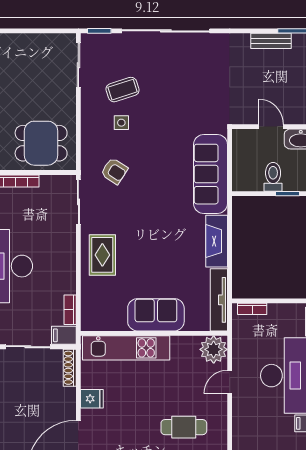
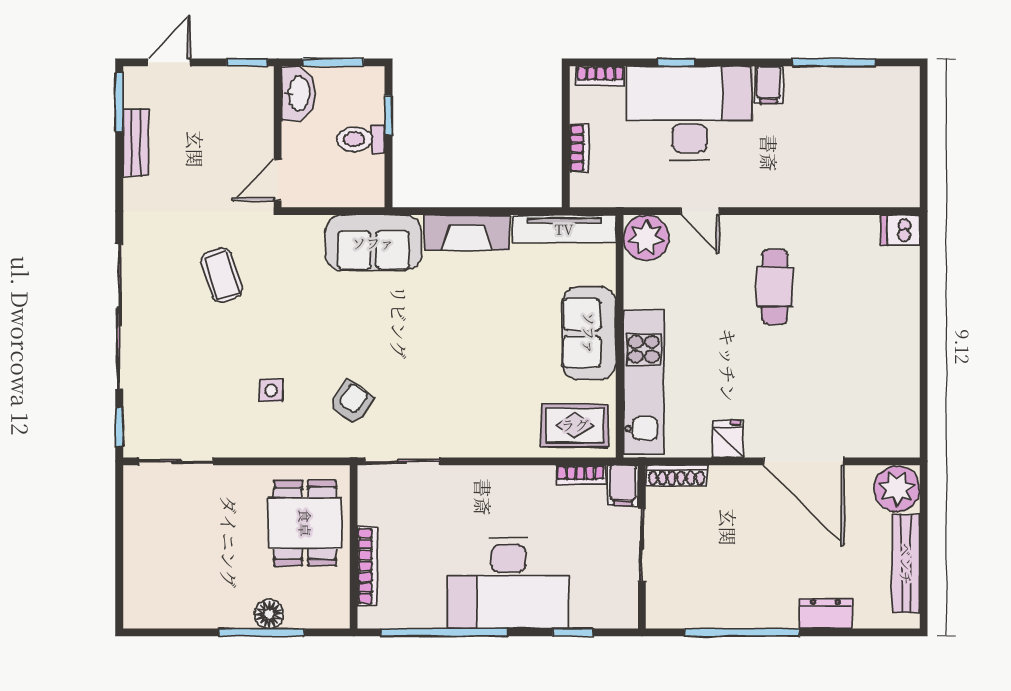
coffee table: (123, 90) -> (222, 275), moved
door: (271, 127) -> (278, 180), moved
sofa: (211, 174) -> (373, 243), width x0.73
rug: (102, 255) -> (575, 425), moved
bookcase: (252, 309) -> (579, 148), moved

